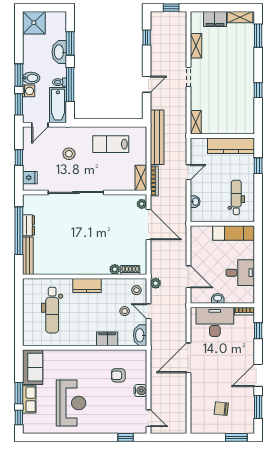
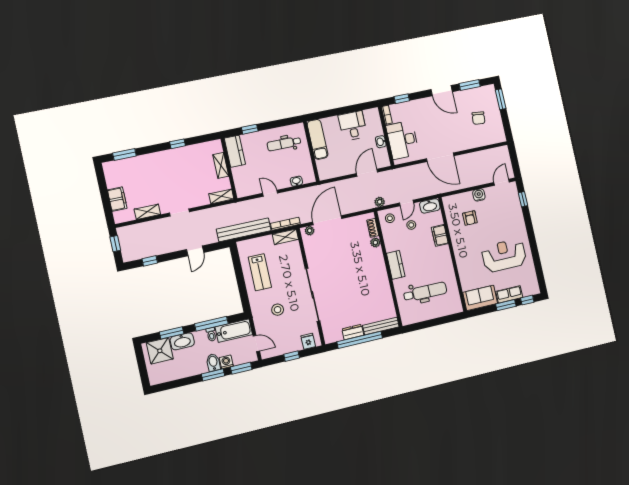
shelving: (240, 17) -> (221, 165), moved
shower: (34, 23) -> (160, 351), moved
door: (147, 84) -> (195, 251), swing flipped
kitchen counter: (231, 146) -> (235, 151), width x0.67

